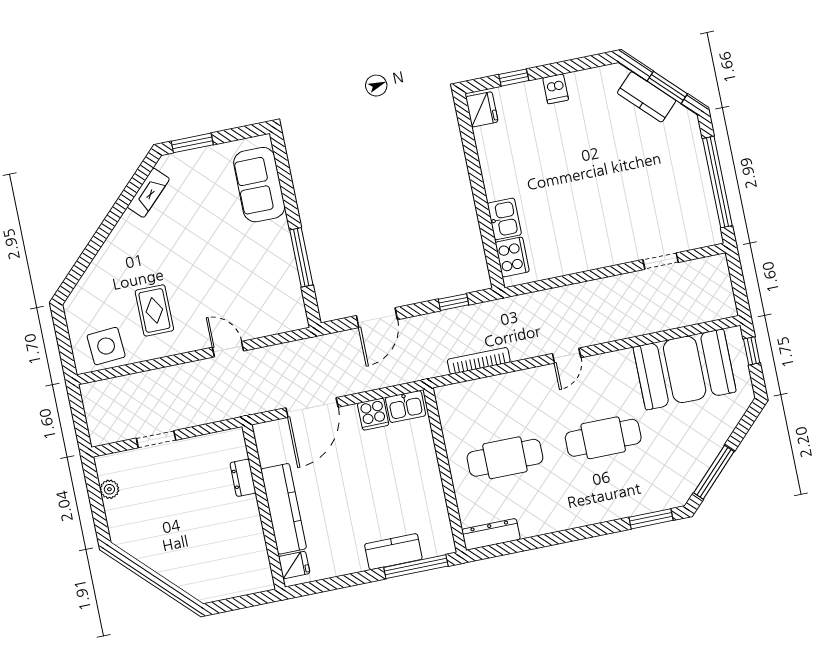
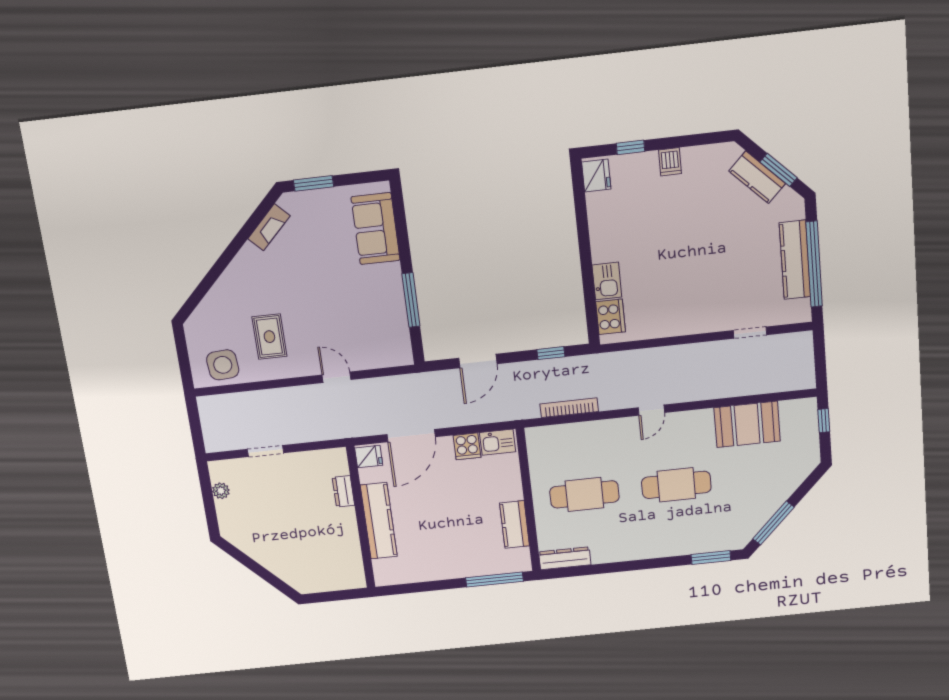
kitchen counter: (697, 179) -> (795, 260), added
booth: (685, 369) -> (747, 424), width x0.73, depth x0.70
kitchen counter: (393, 552) -> (515, 524), moved, turned -90
fridge: (294, 565) -> (369, 457), moved

